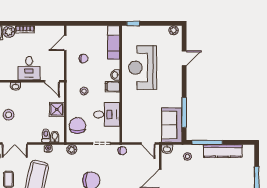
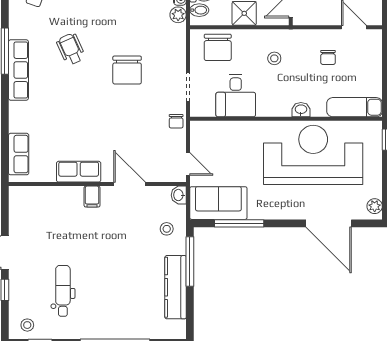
door: (184, 58) -> (329, 223), width x1.88
reception desk: (143, 68) -> (313, 155), width x1.36, depth x1.30
filing cabinet: (112, 87) -> (282, 105), removed
chair: (77, 125) -> (218, 47), turned 90
door: (148, 144) -> (188, 164), swing flipped
plant: (72, 150) -> (178, 15), moved

